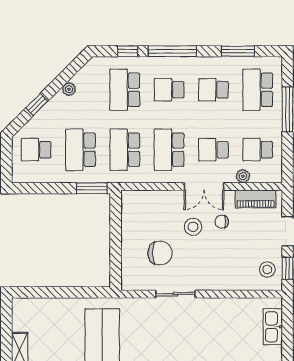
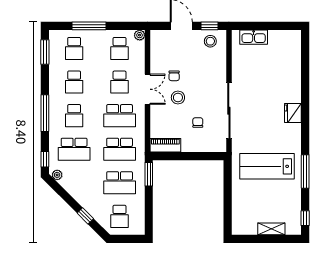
window: (128, 51) -> (45, 159), moved
window: (238, 51) -> (45, 52), moved
plant: (69, 89) -> (57, 175), moved
school desk: (258, 90) -> (74, 48), width x0.54
plant: (243, 176) -> (140, 35), moved
piano: (256, 199) -> (165, 145), moved, turned -90
chair: (160, 253) -> (198, 123), width x0.54, depth x0.54
sliding door: (175, 294) -> (229, 111), width x1.86

